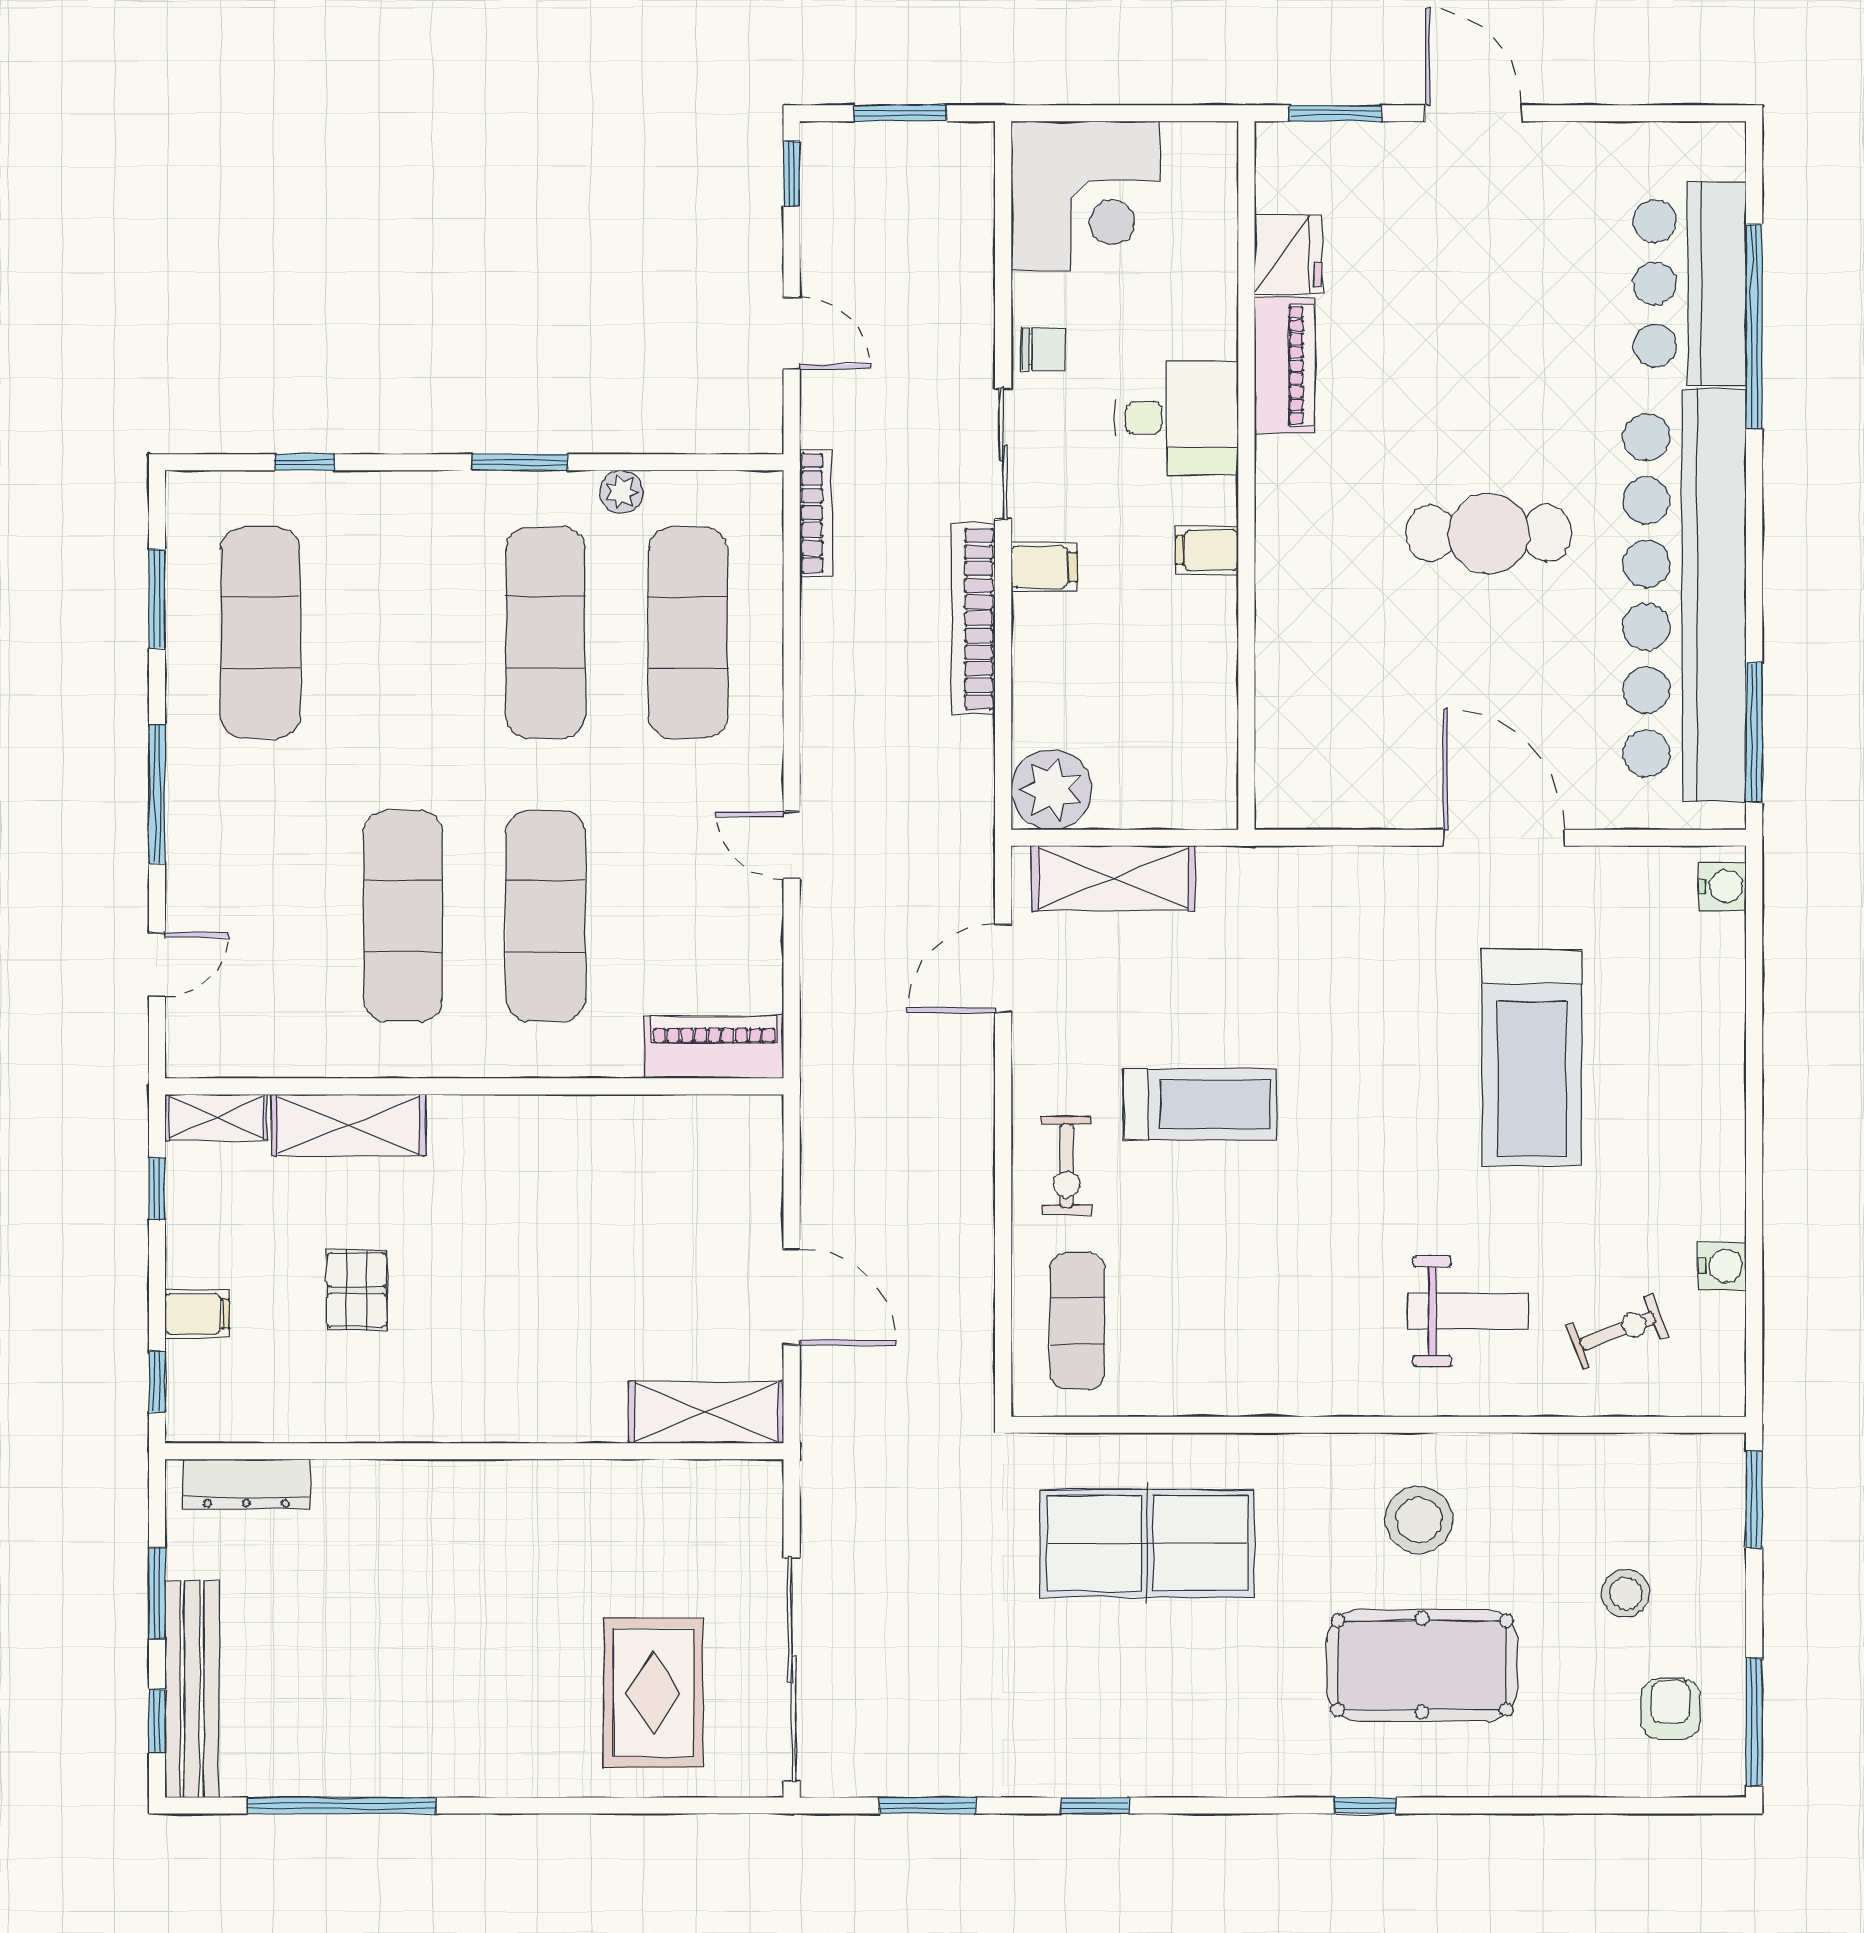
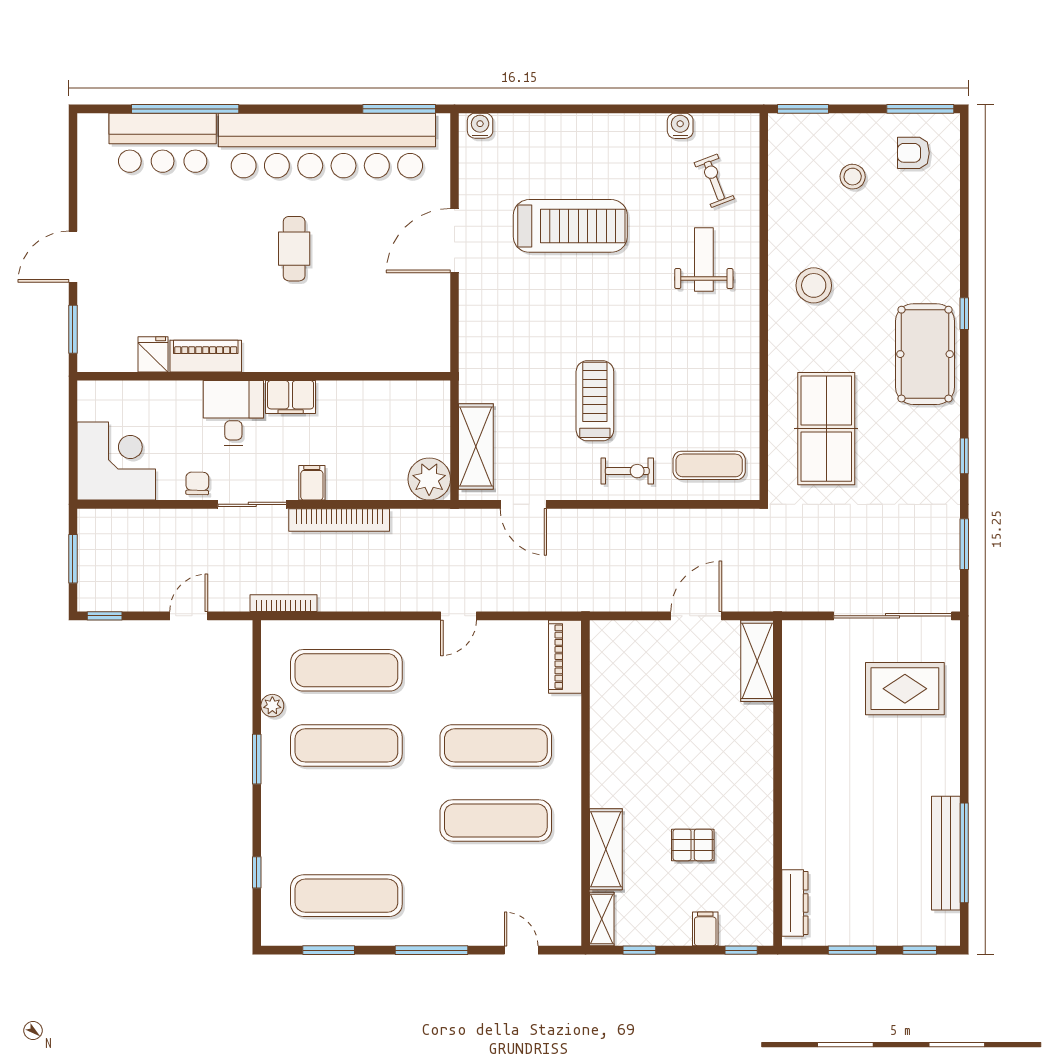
fridge: (1288, 254) -> (153, 354), width x0.72
cafe table: (1489, 533) -> (294, 249), width x0.73, depth x0.74
filing cabinet: (1207, 550) -> (291, 397), width x2.00
pool table: (1422, 1665) -> (925, 354), moved
bench: (192, 1689) -> (946, 853), moved, turned 90

